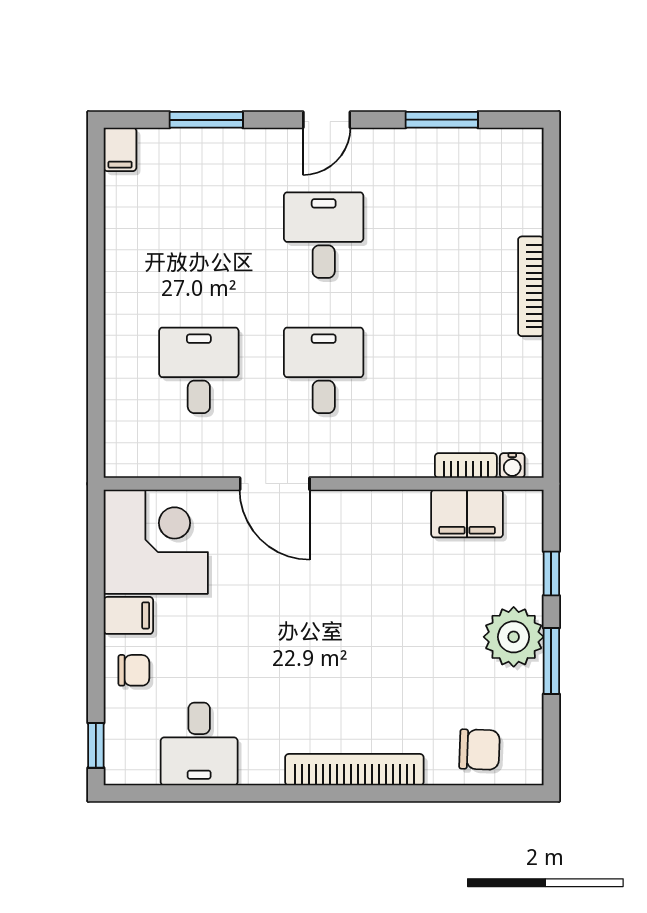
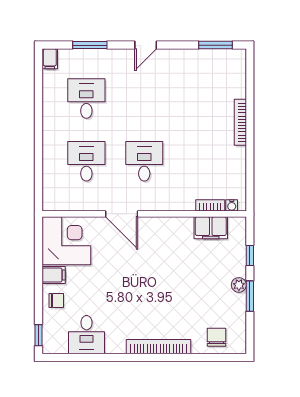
window: (442, 120) -> (216, 45), moved
desk: (324, 235) -> (86, 99), moved
plant: (514, 637) -> (239, 285), width x0.53, depth x0.53
chair: (479, 750) -> (217, 337), turned -92

